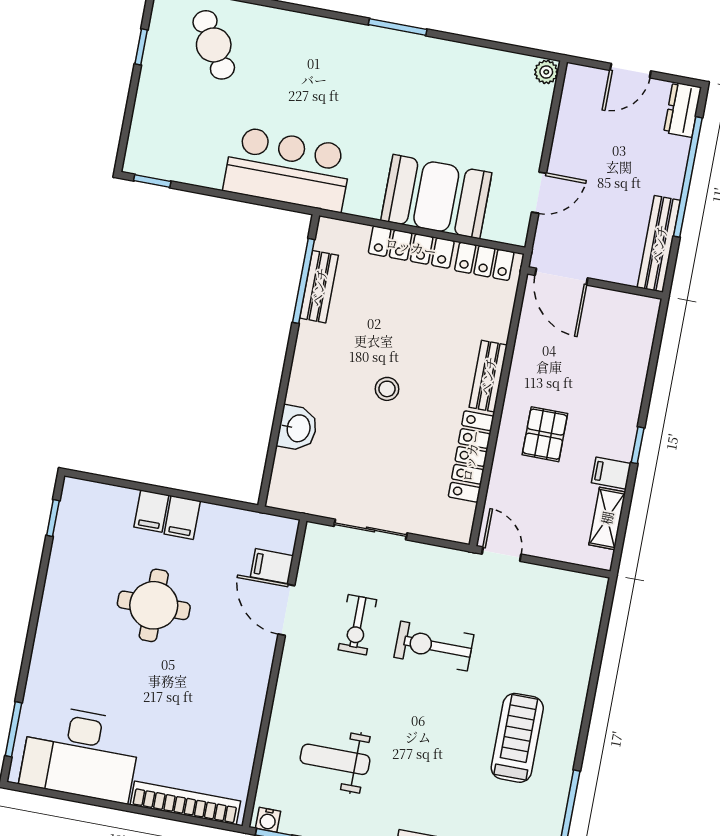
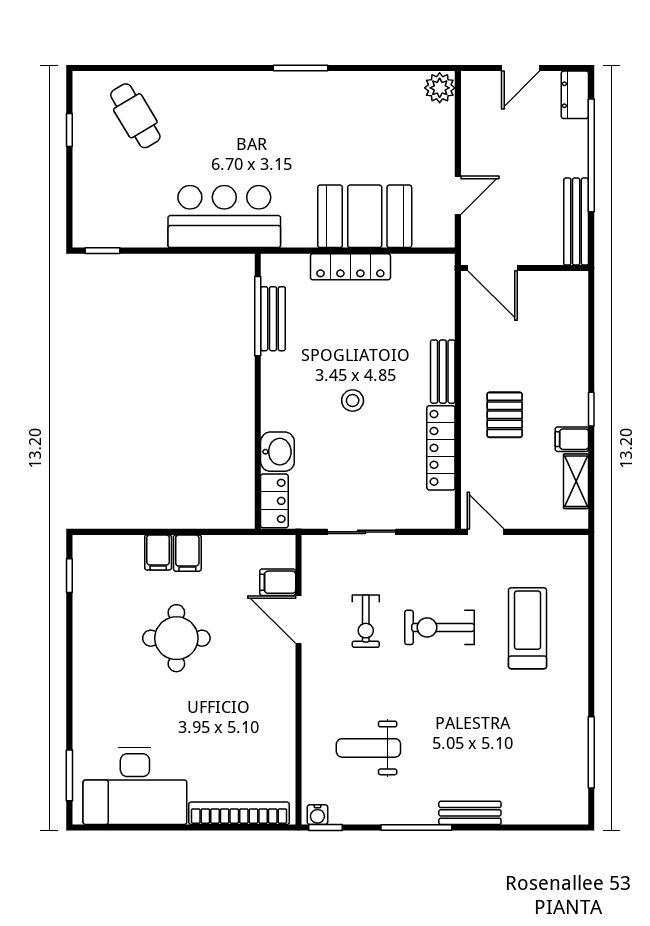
plant: (546, 72) -> (440, 88), width x1.38, depth x1.38
locker: (484, 261) -> (274, 501), moved, turned -90
treadmill: (517, 738) -> (528, 628), moved

